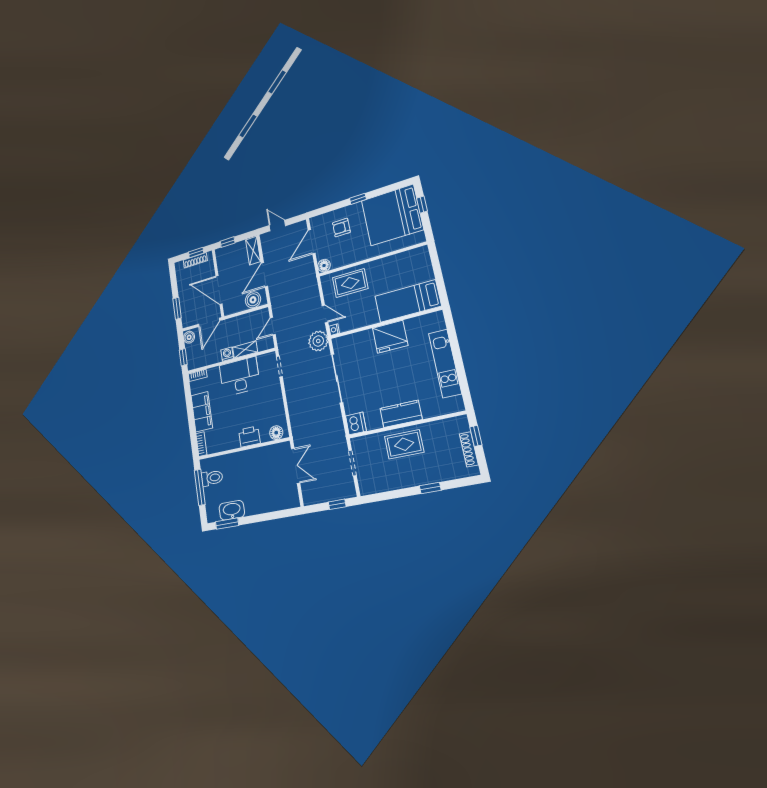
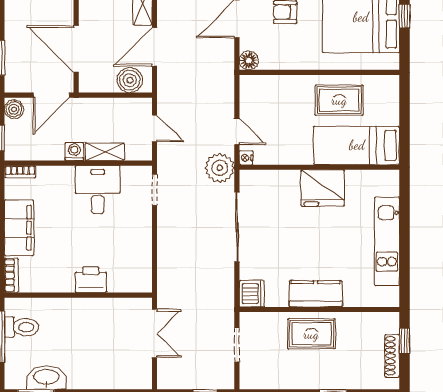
rug: (350, 283) -> (339, 100), moved
door: (273, 326) -> (154, 128), swing flipped
desk: (240, 376) -> (98, 190), width x0.73
floor lamp: (276, 433) -> (133, 283), removed

